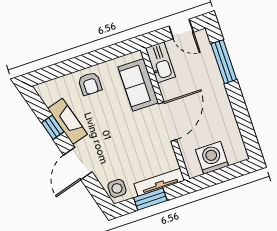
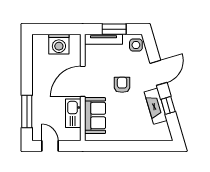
kitchen sink: (161, 62) -> (73, 113), moved
armchair: (90, 84) -> (122, 85), moved

